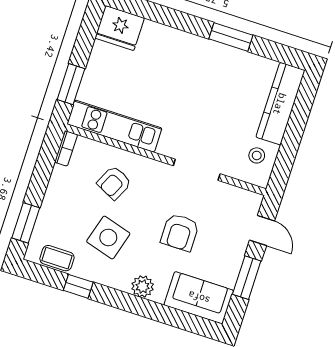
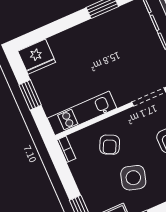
window: (71, 84) -> (30, 95), moved

